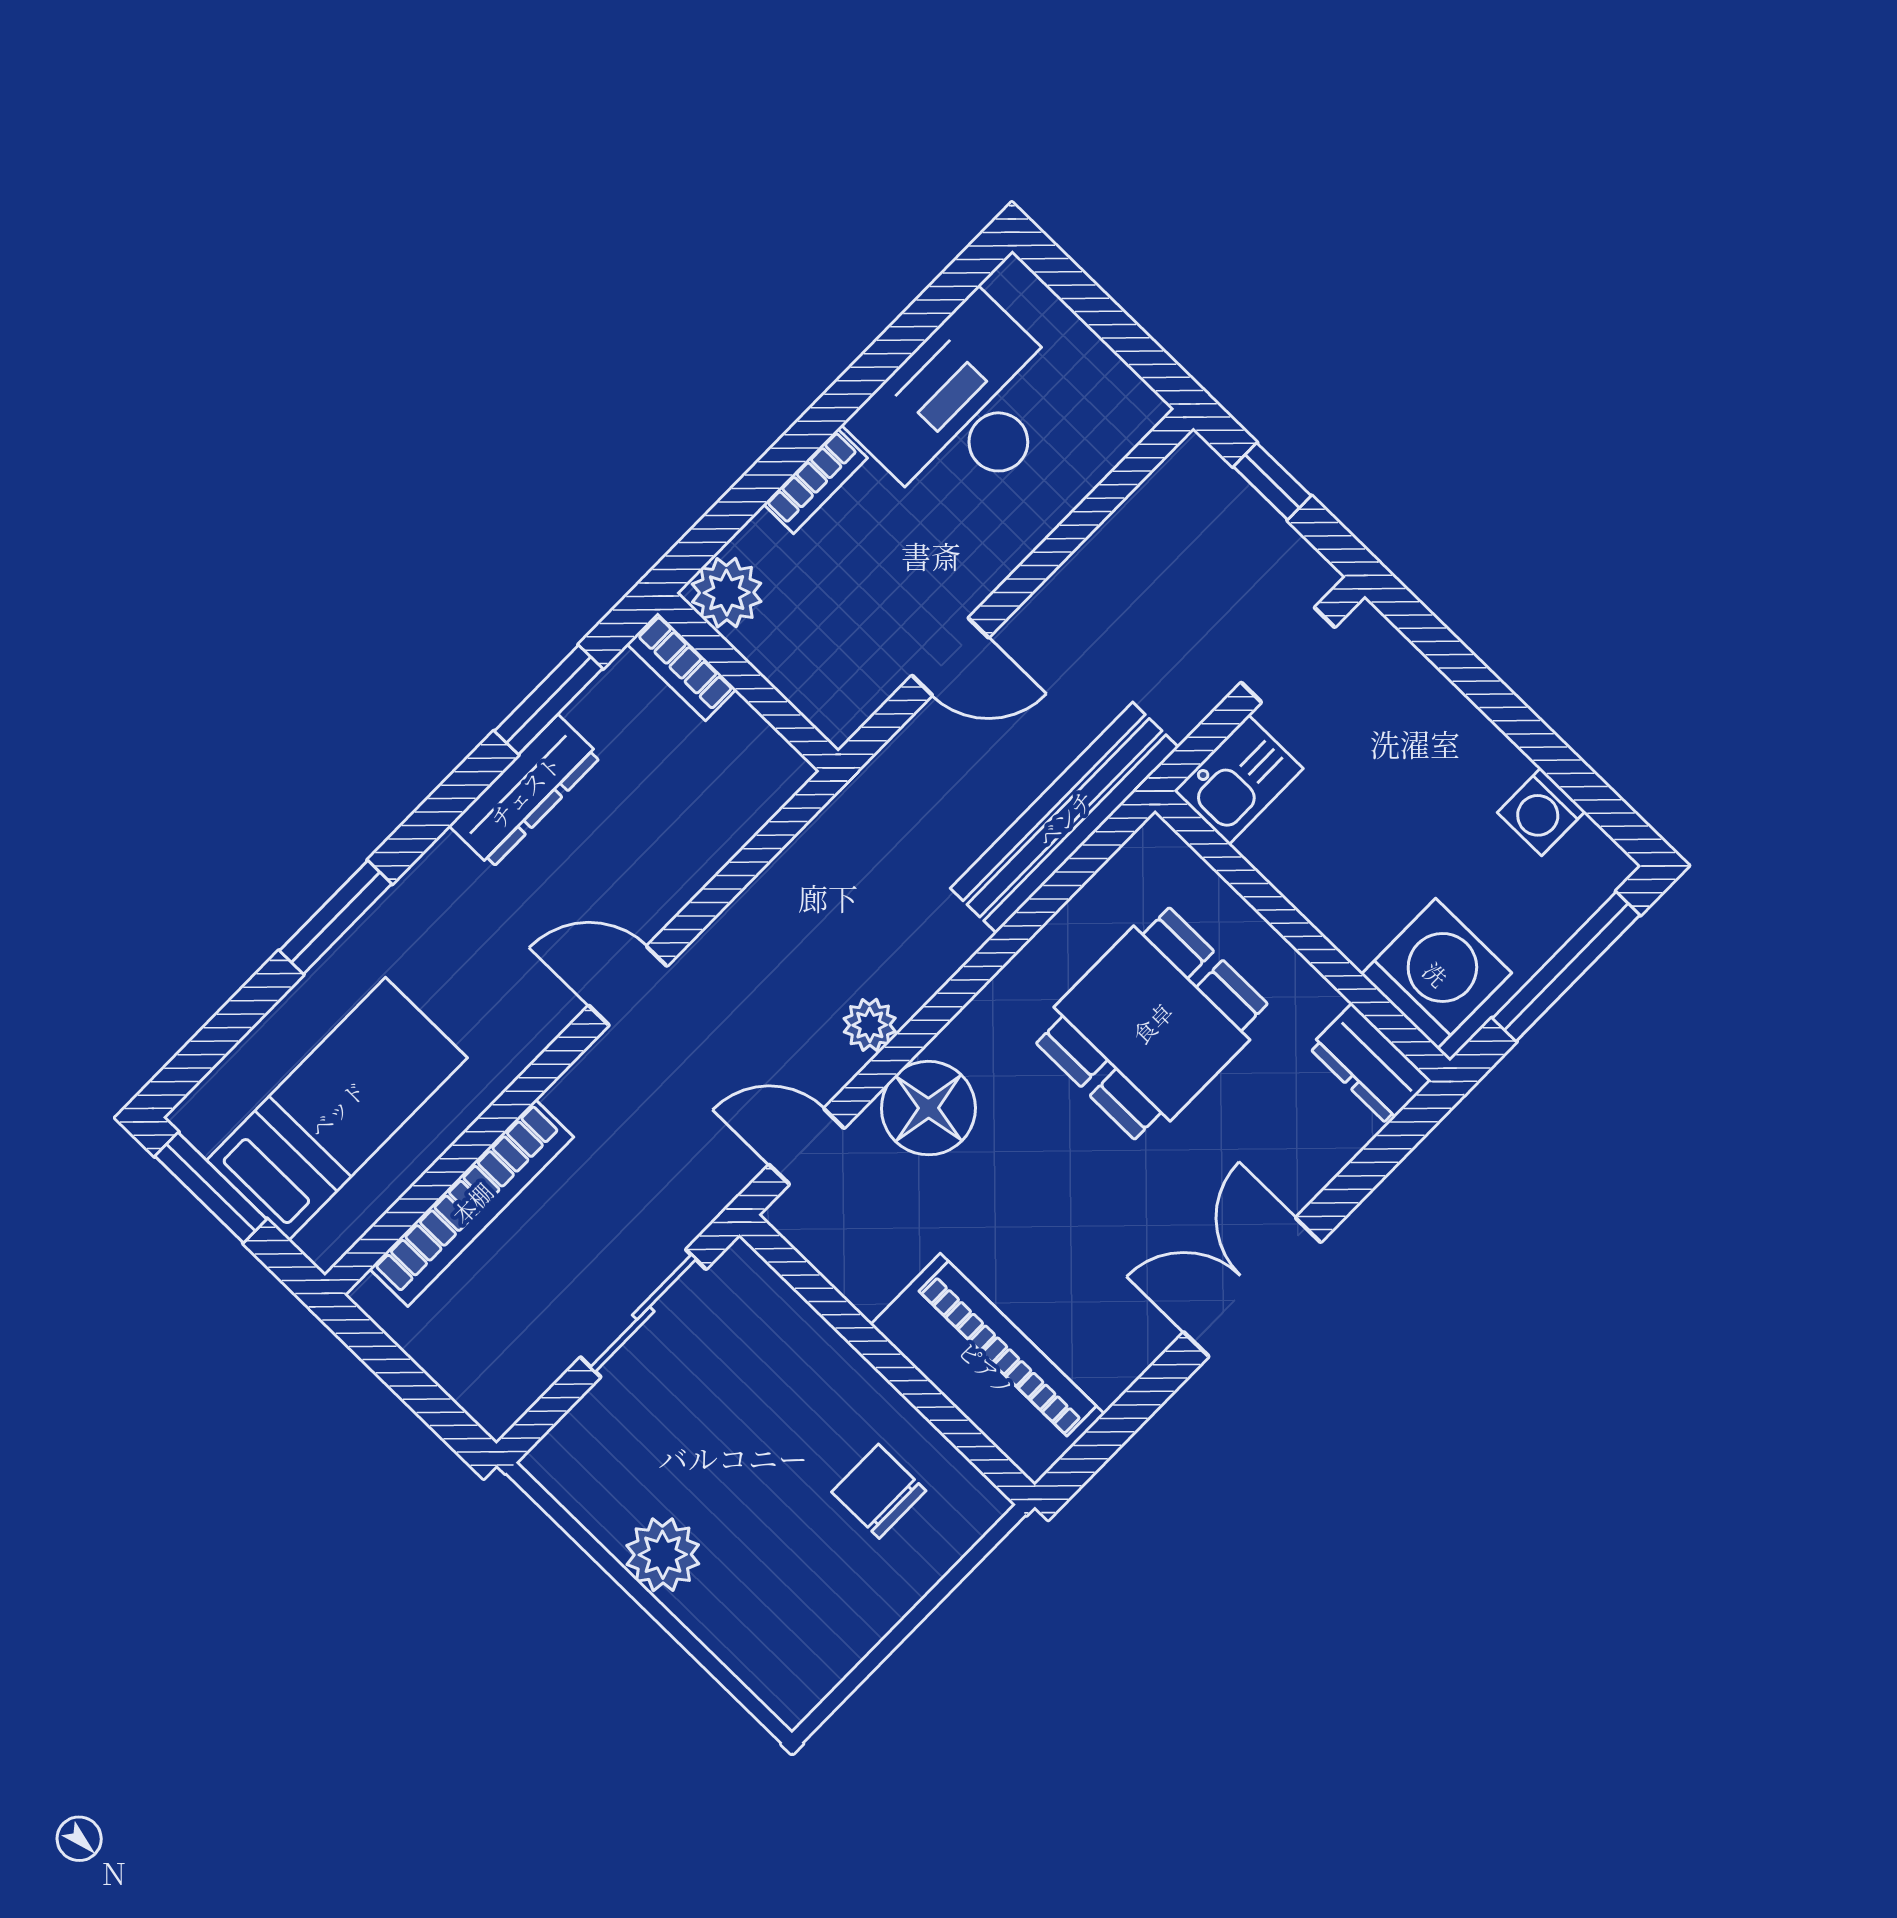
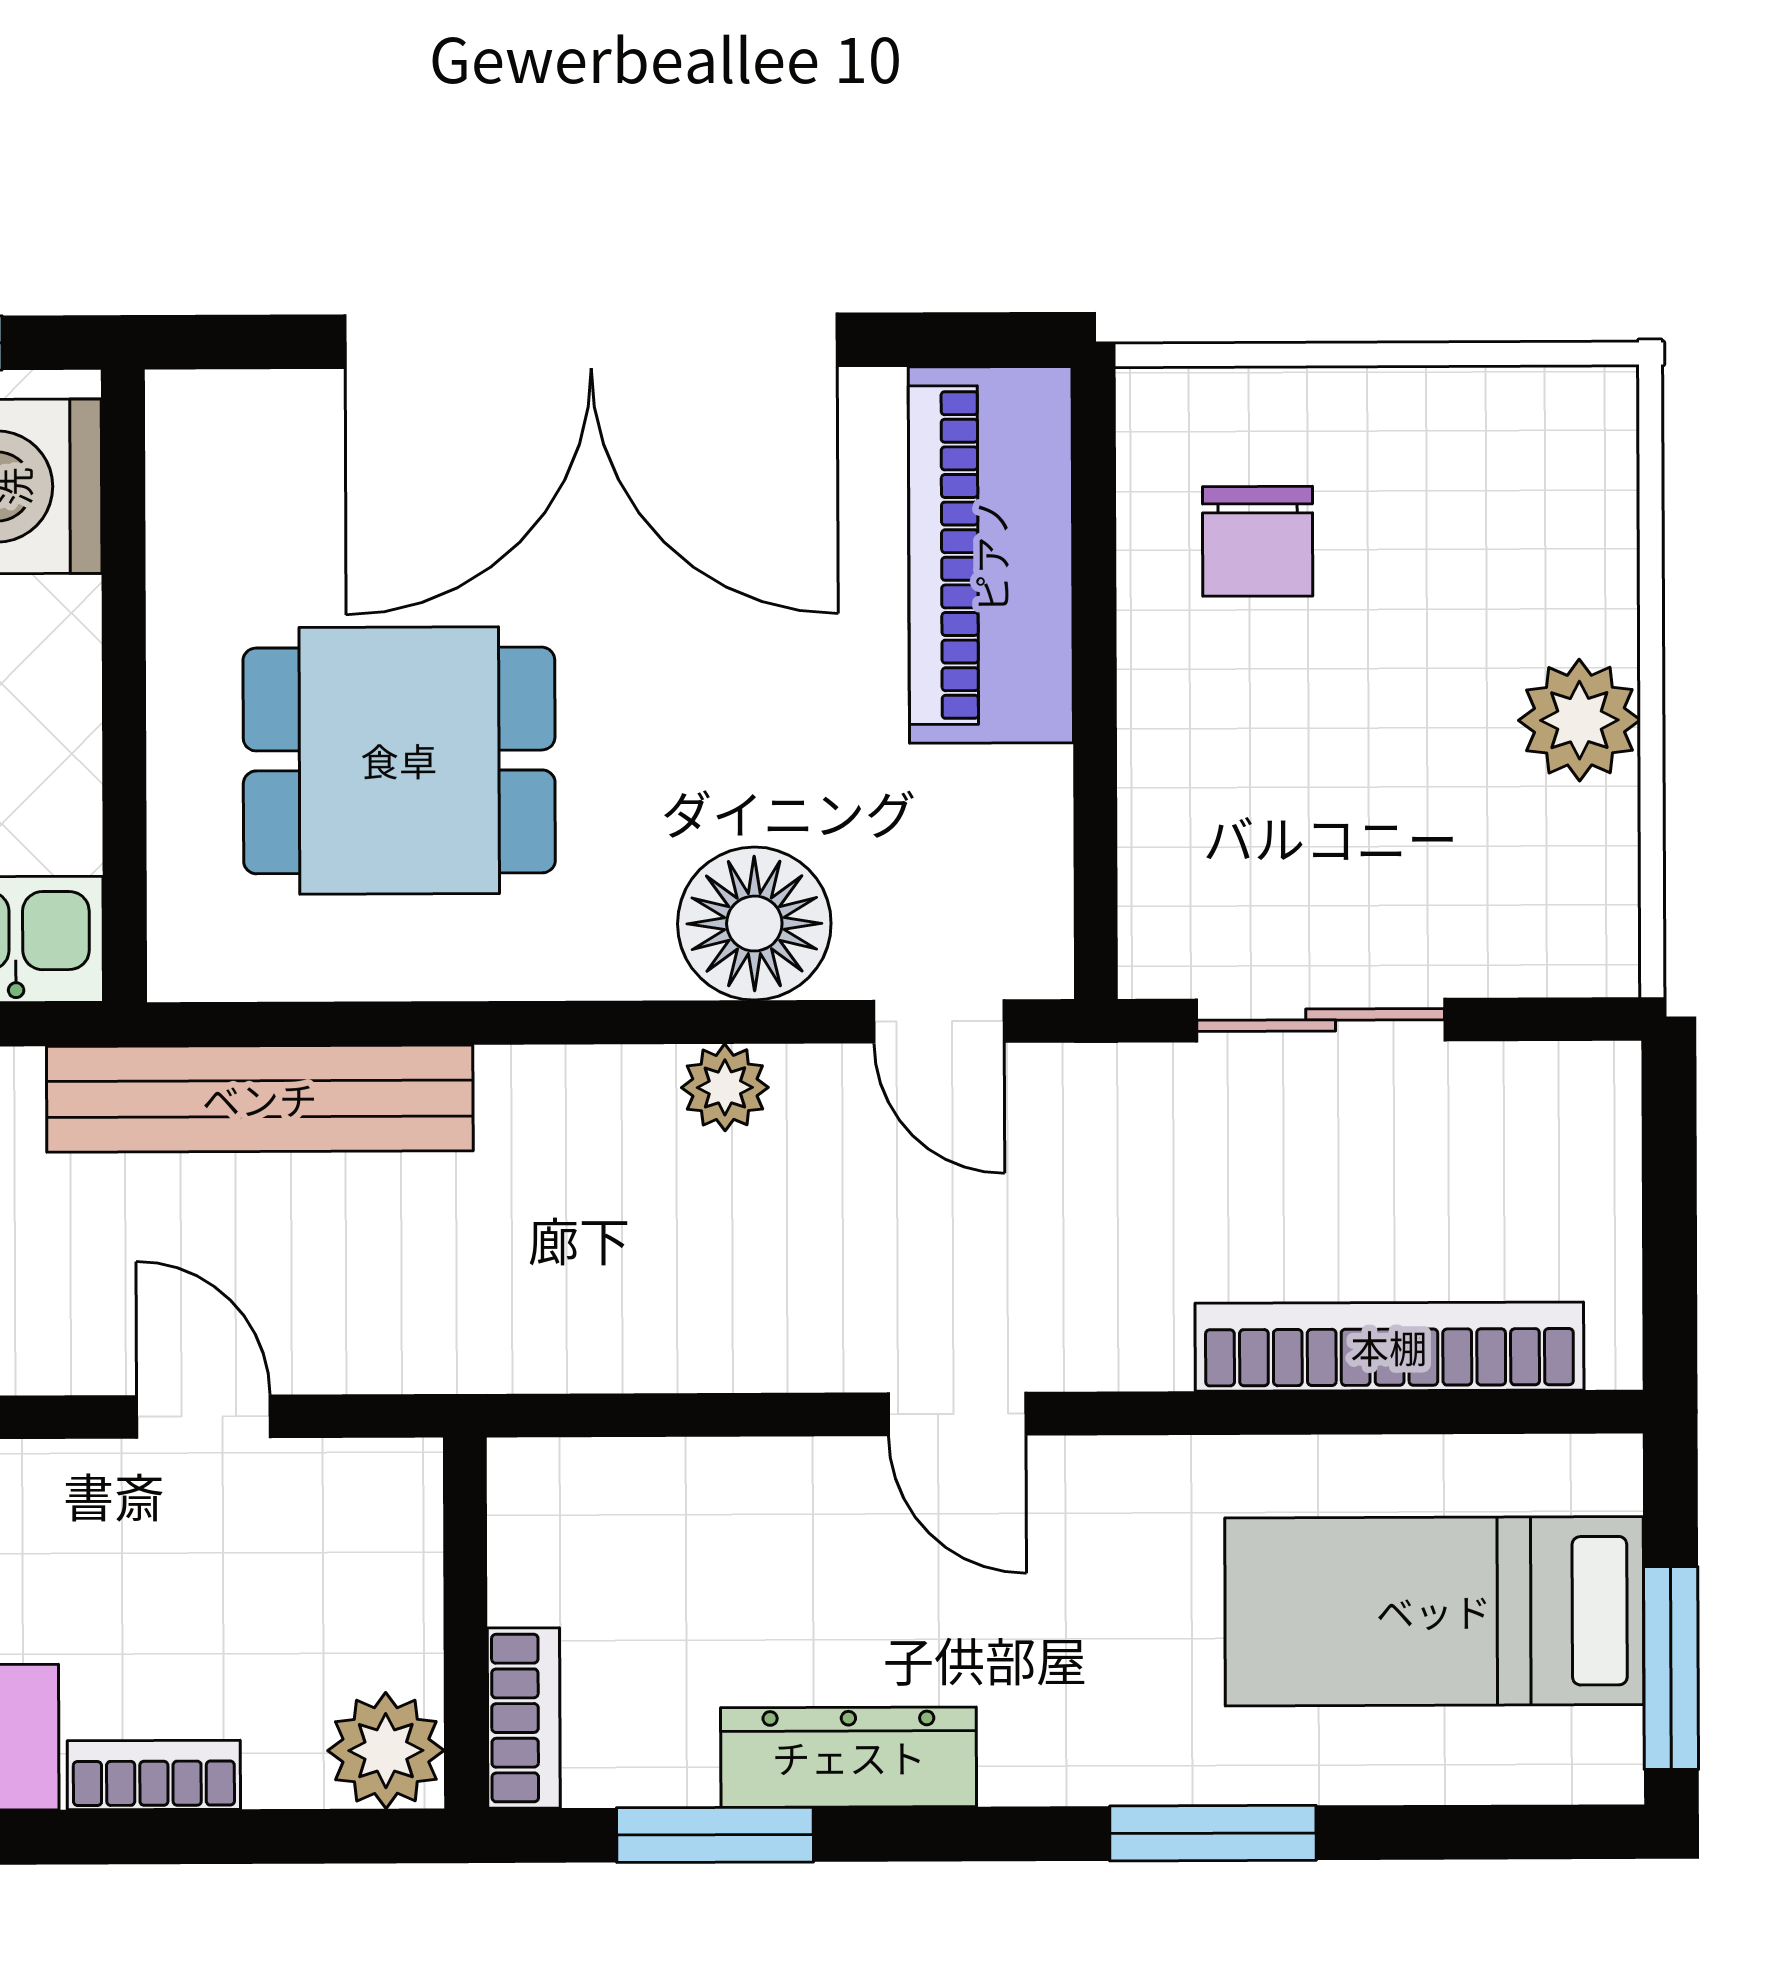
dresser: (1370, 1064) -> (196, 460), removed
double door: (1252, 1287) -> (591, 341), width x1.87

